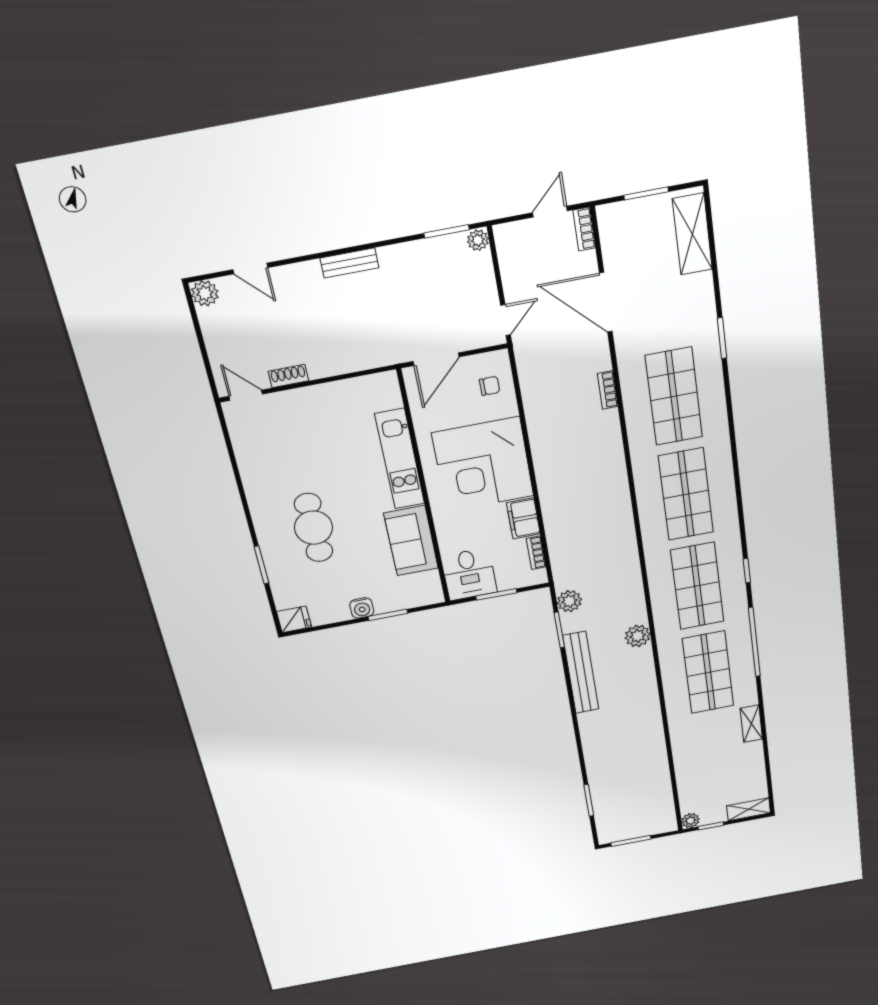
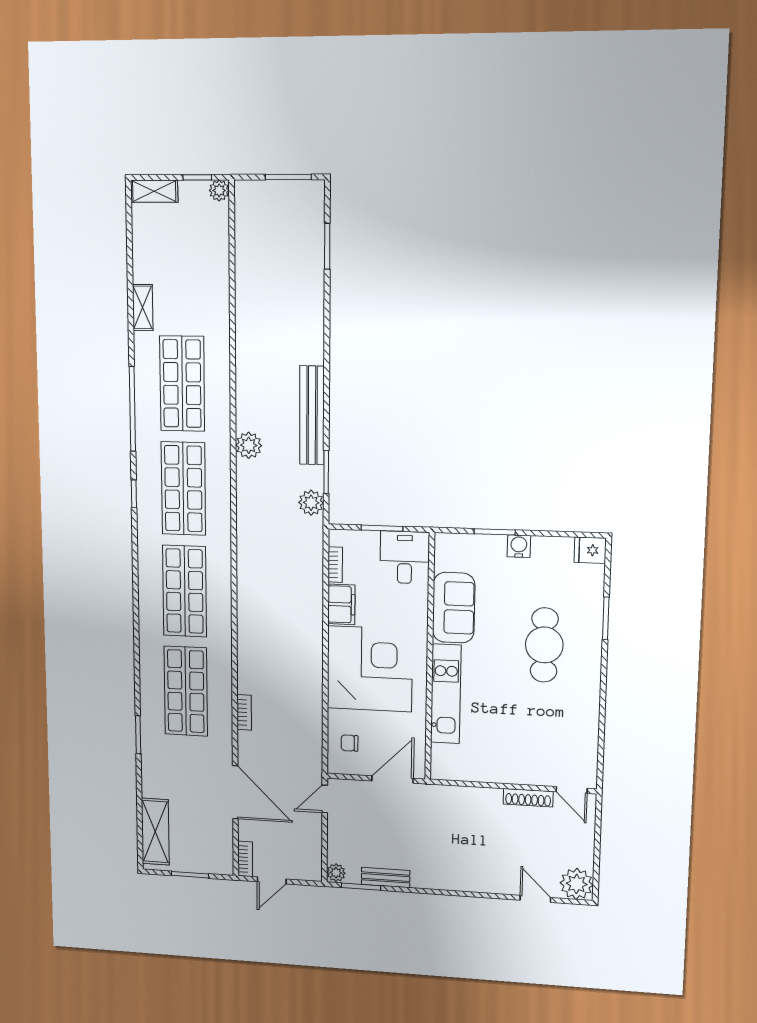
bench: (349, 263) -> (386, 877), moved
plant: (205, 293) -> (577, 884), width x1.36, depth x1.36
shoe rack: (288, 376) -> (528, 798), width x1.43

